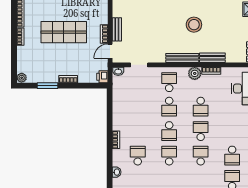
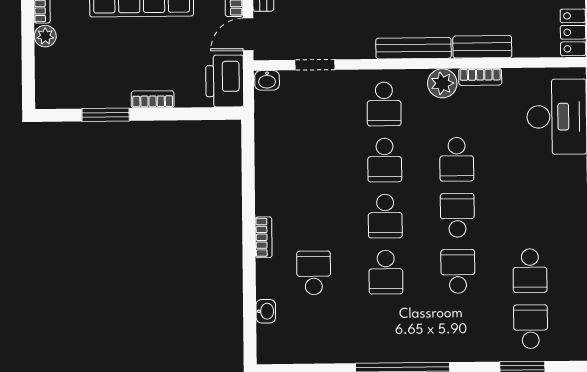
printer: (102, 77) -> (225, 81), width x1.87, depth x1.48
plant: (22, 78) -> (45, 36), moved
school desk: (169, 82) -> (384, 104), turned 180
school desk: (169, 156) -> (386, 272), turned 180

